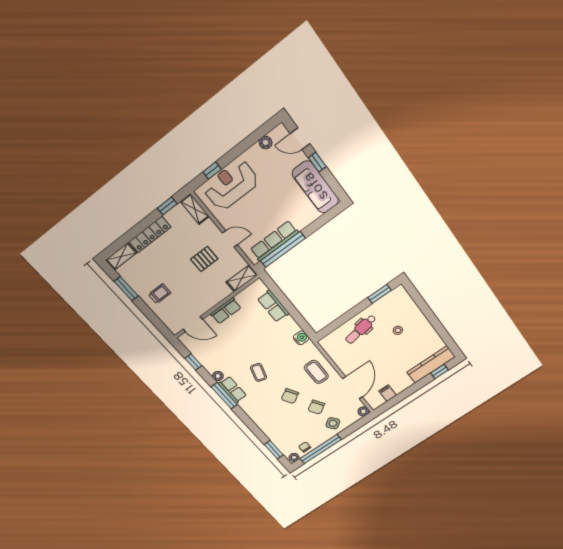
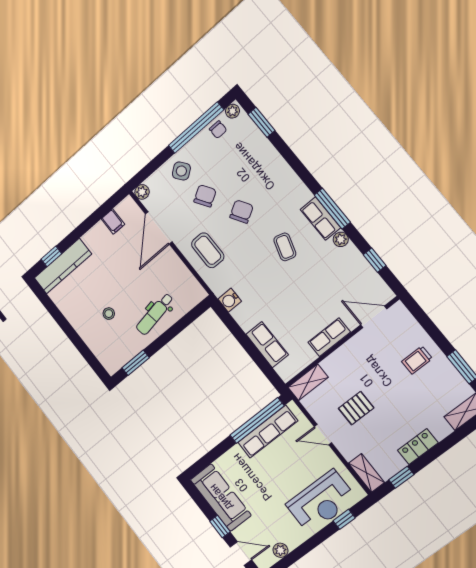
locker: (150, 234) -> (418, 447), width x0.66
dental chair: (361, 329) -> (155, 314), turned 180

